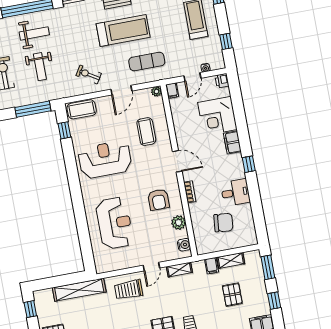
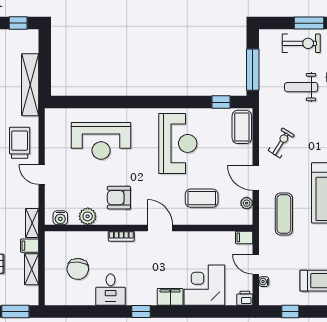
plant: (156, 91) -> (247, 203), moved
door: (177, 161) -> (160, 228), swing flipped
shelving: (179, 270) -> (32, 223), moved

